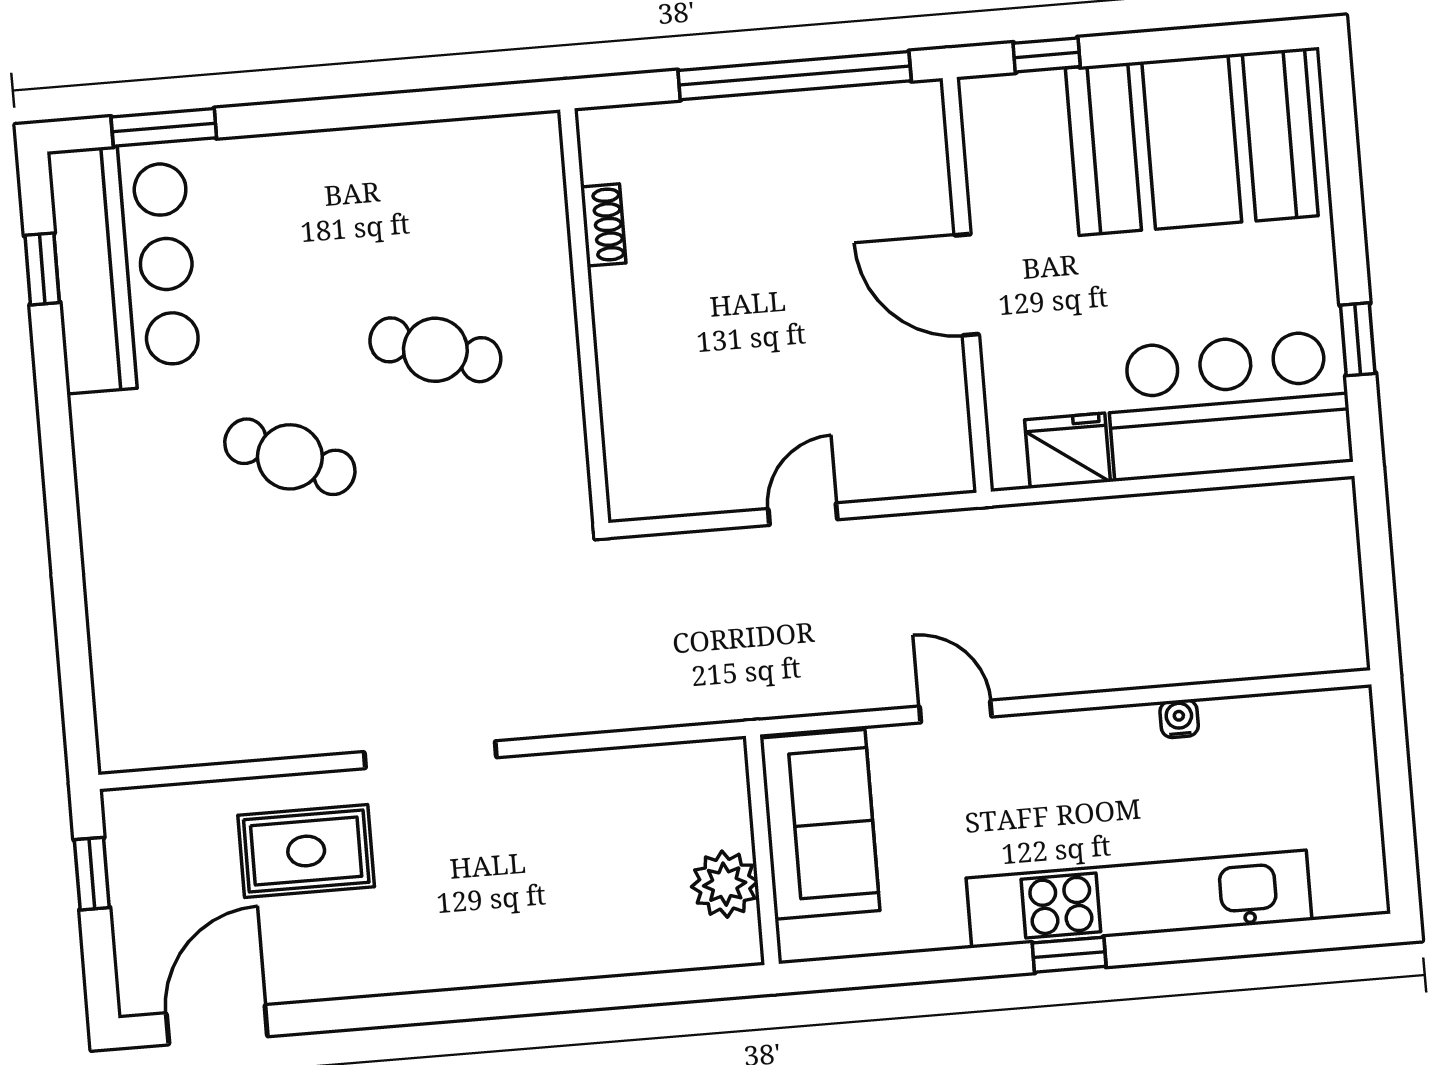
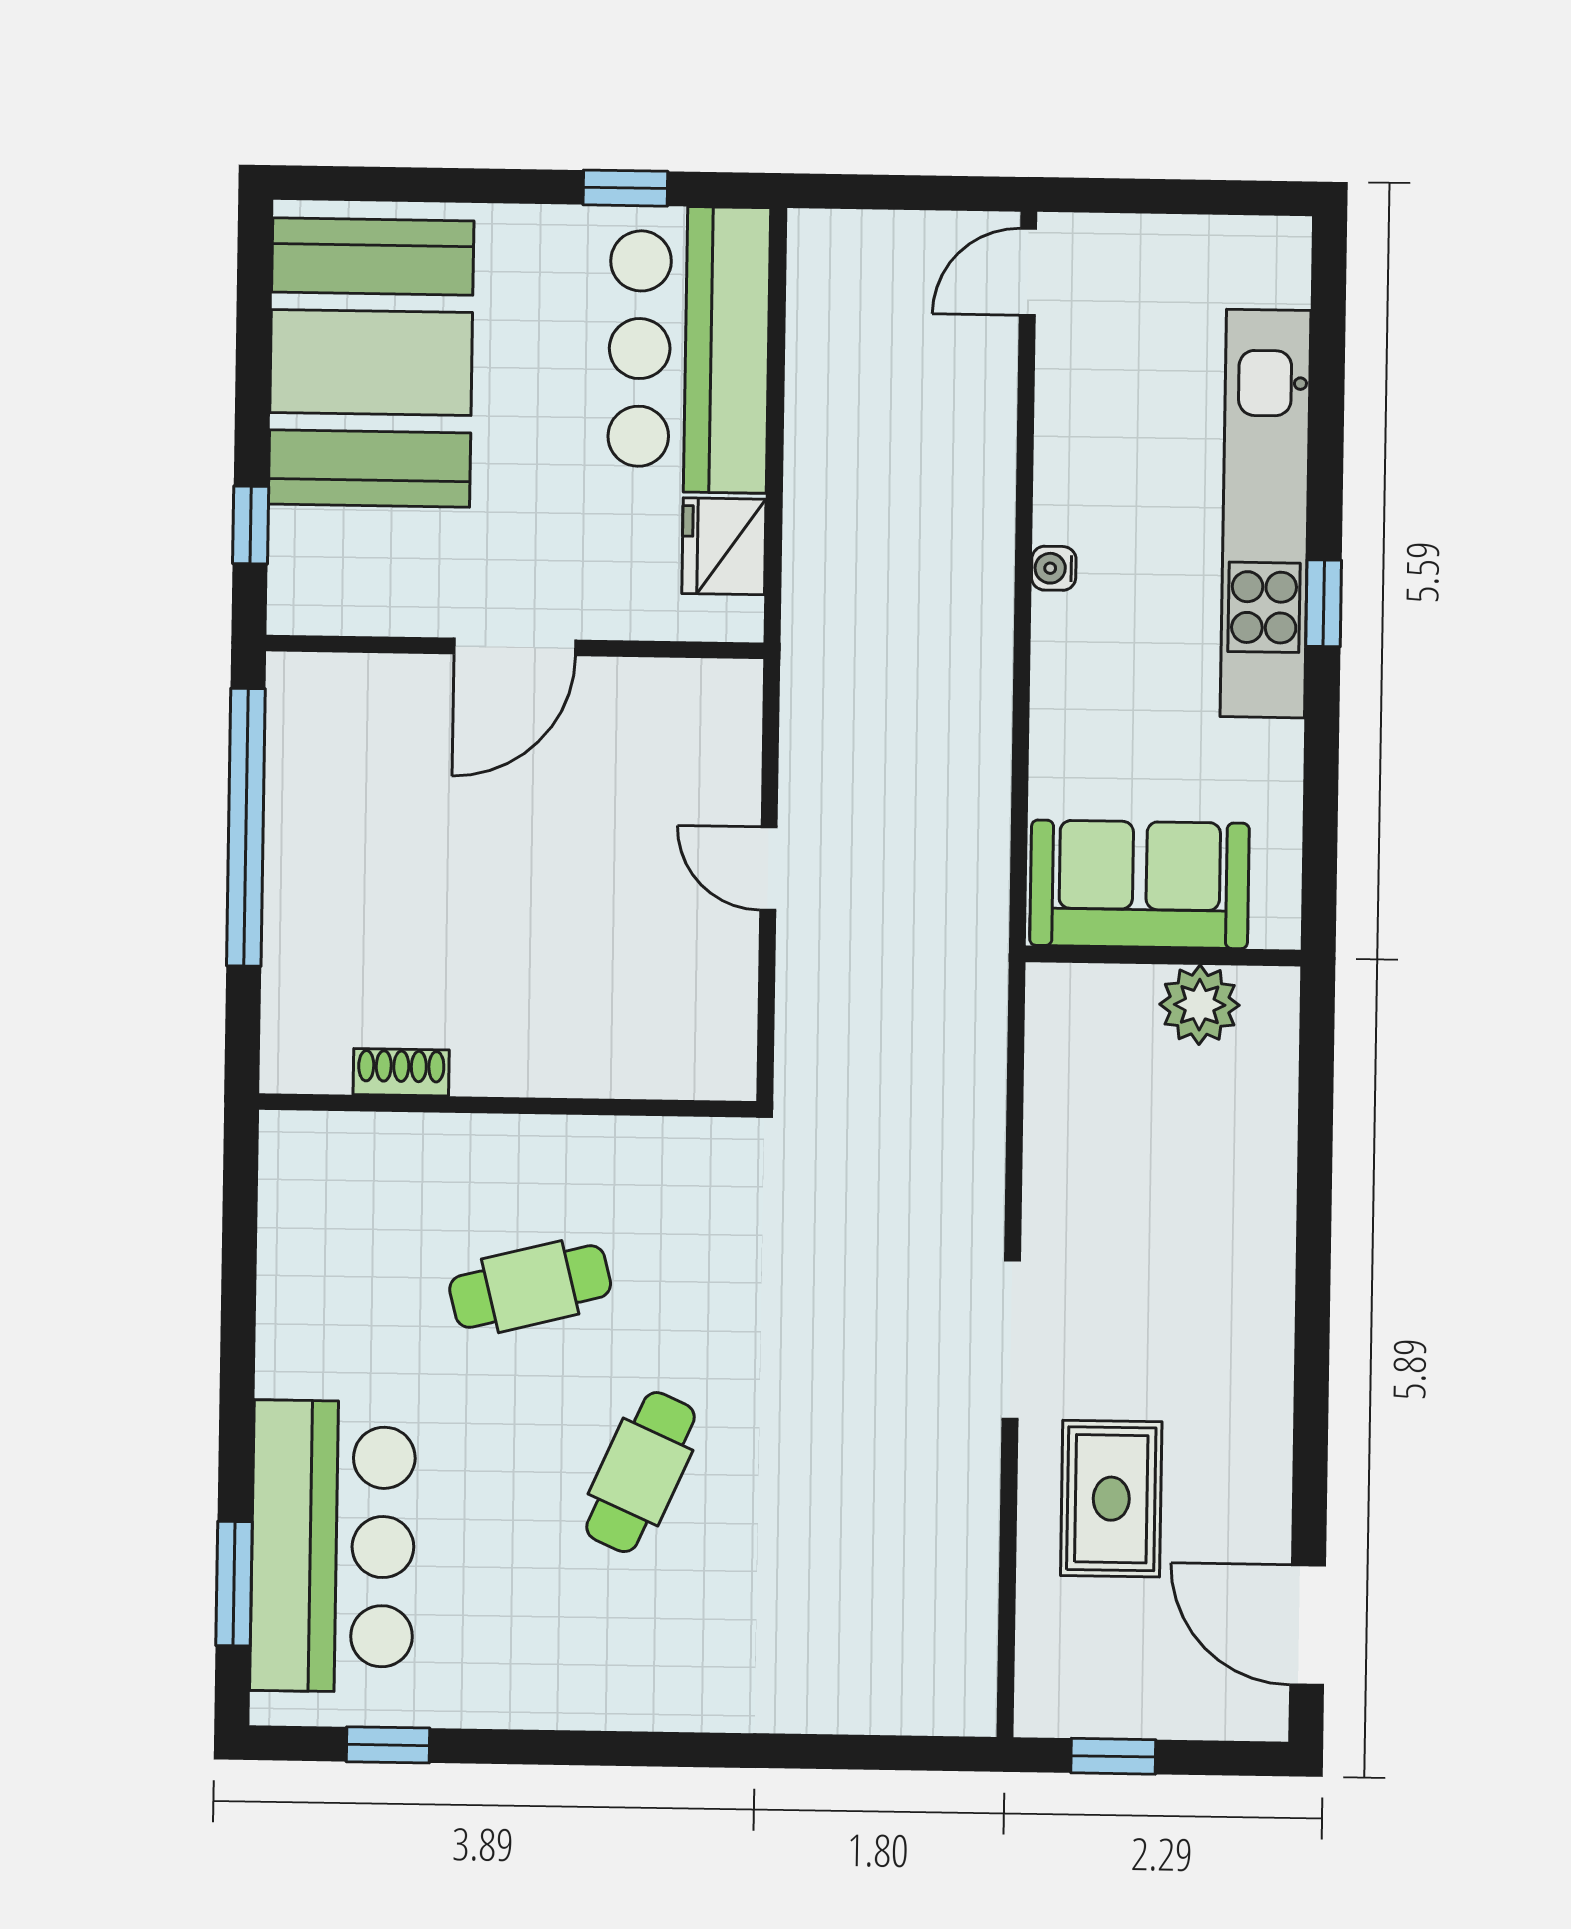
bar counter: (124, 267) -> (333, 1546), moved, turned 90
cafe table: (435, 350) -> (530, 1287), turned 59
door: (956, 712) -> (1028, 272), moved
water cooler: (1179, 719) -> (1054, 568), moved

